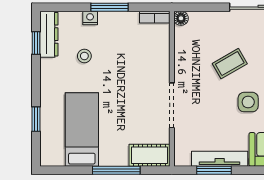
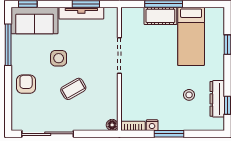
nightstand: (90, 18) -> (152, 125), moved
dresser: (49, 34) -> (217, 99), moved
cot: (149, 155) -> (160, 16), moved

